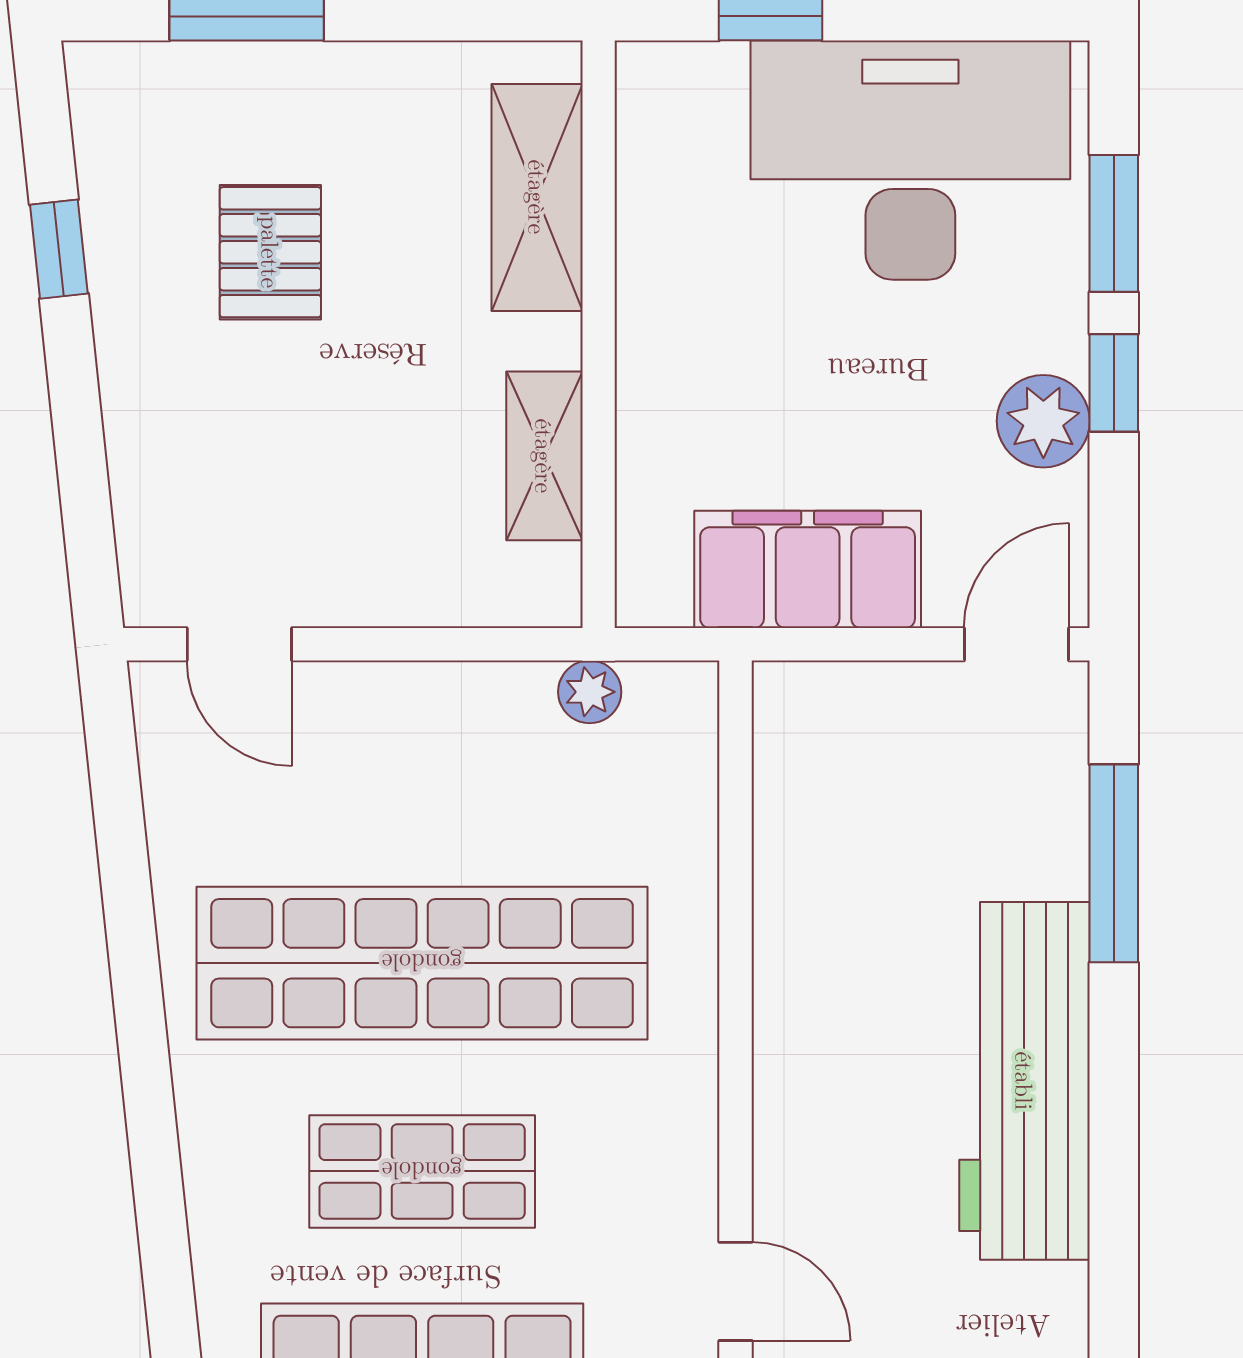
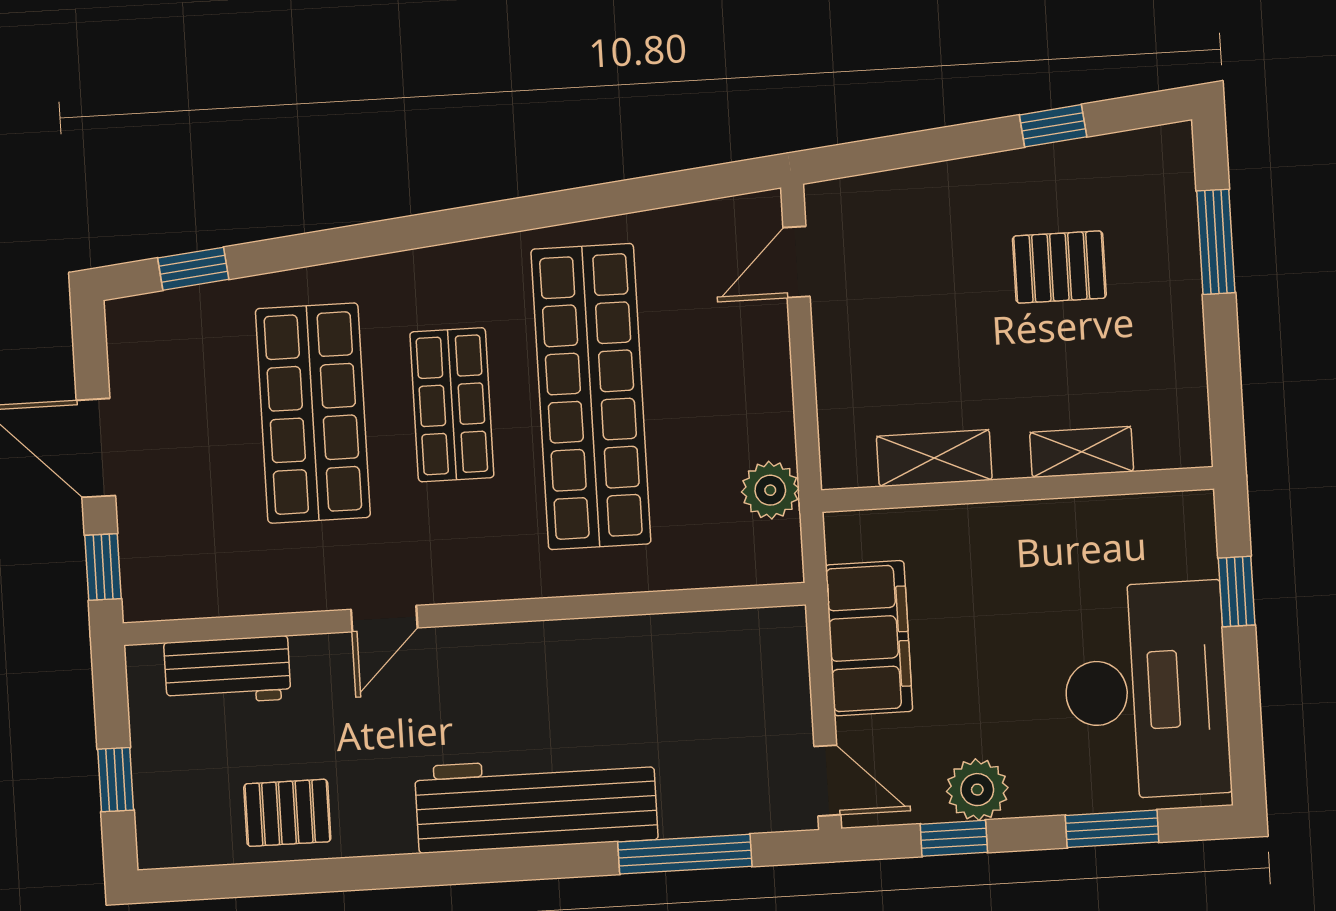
shelving: (537, 197) -> (1082, 452), width x0.67, depth x0.75
window: (1114, 383) -> (954, 838), moved
plant: (590, 692) -> (770, 490), width x1.38, depth x1.38

